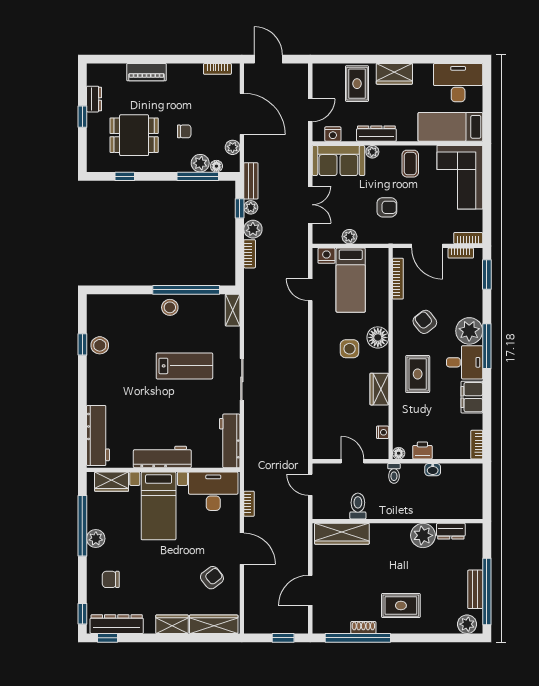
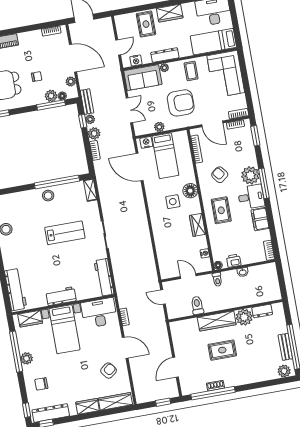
armchair: (387, 207) -> (181, 103), width x1.88, depth x1.88
door: (310, 290) -> (140, 167), width x1.87
workbench: (162, 457) -> (61, 296), width x0.73
wardrobe: (342, 534) -> (217, 321), moved
rug: (401, 606) -> (222, 350), moved

